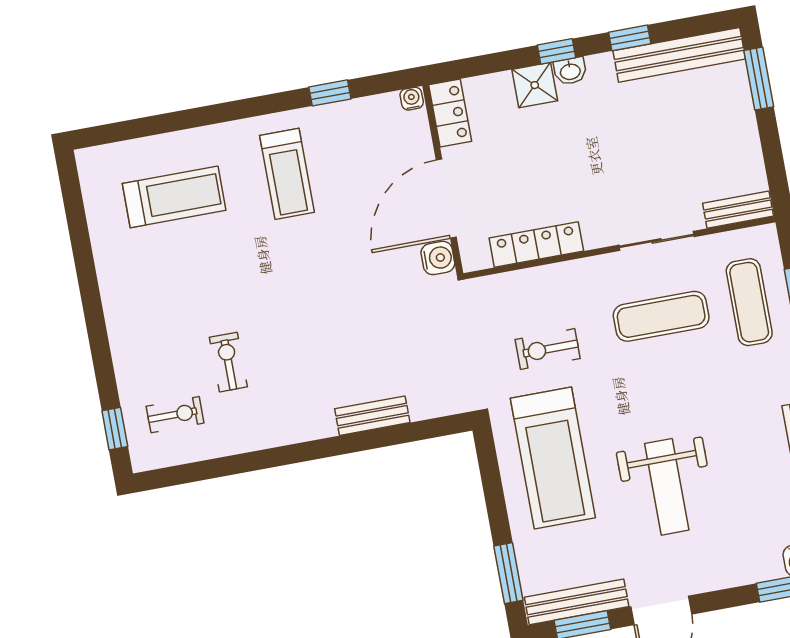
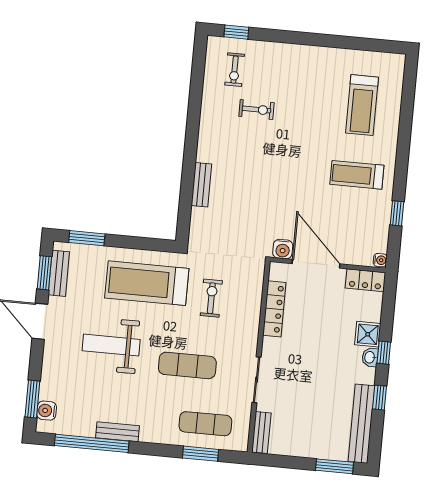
exercise mat: (661, 316) -> (187, 365), moved, turned 90
bench: (577, 602) -> (59, 273), width x0.73

